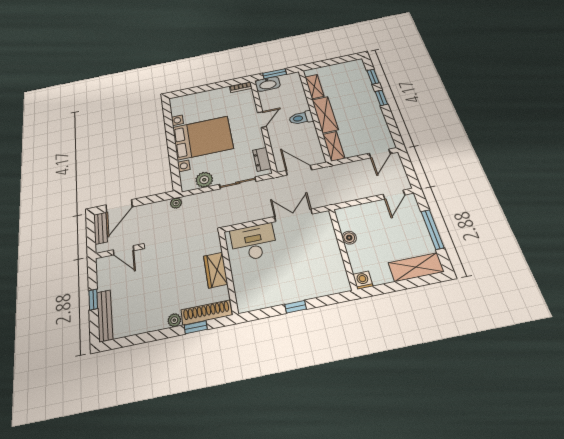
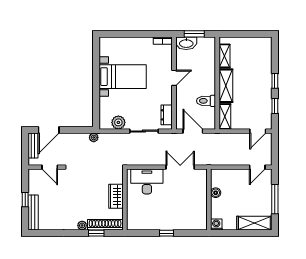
window: (373, 77) -> (275, 106), moved
toilet: (301, 118) -> (206, 101), moved
bed with nightstands: (203, 138) -> (123, 77), width x0.73

